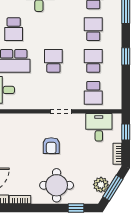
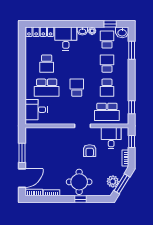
window: (126, 56) -> (132, 107), moved
school desk: (93, 61) -> (107, 88), turned 180
school desk: (93, 93) -> (107, 112), width x1.85
armchair: (51, 146) -> (90, 151), moved
window: (76, 208) -> (81, 199), moved

